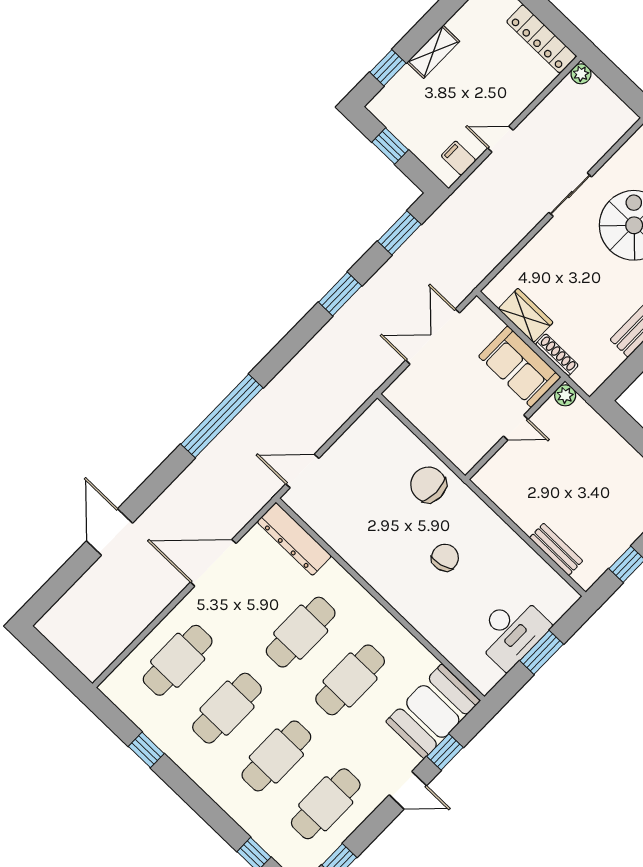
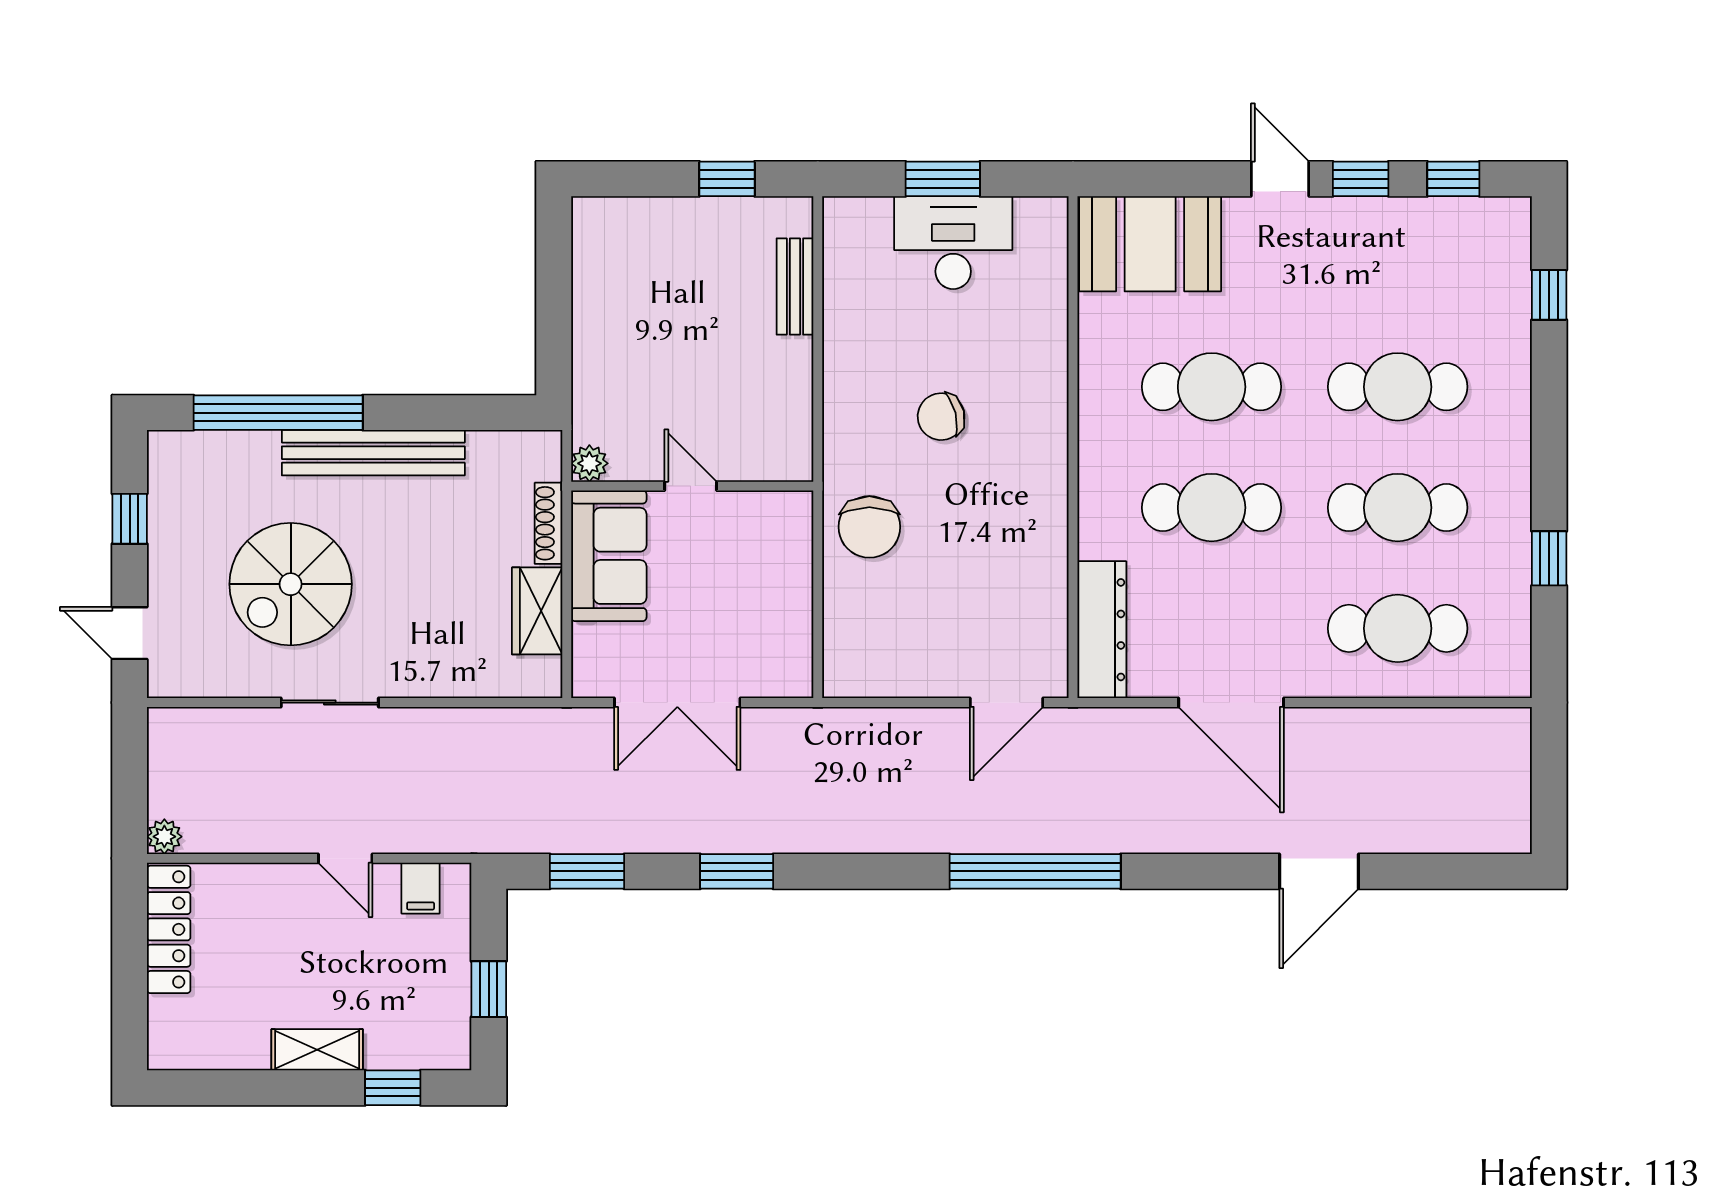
door: (302, 471) -> (1006, 703), hinge flipped
window: (445, 752) -> (1361, 179), moved
cafe table: (326, 804) -> (1398, 266), removed

